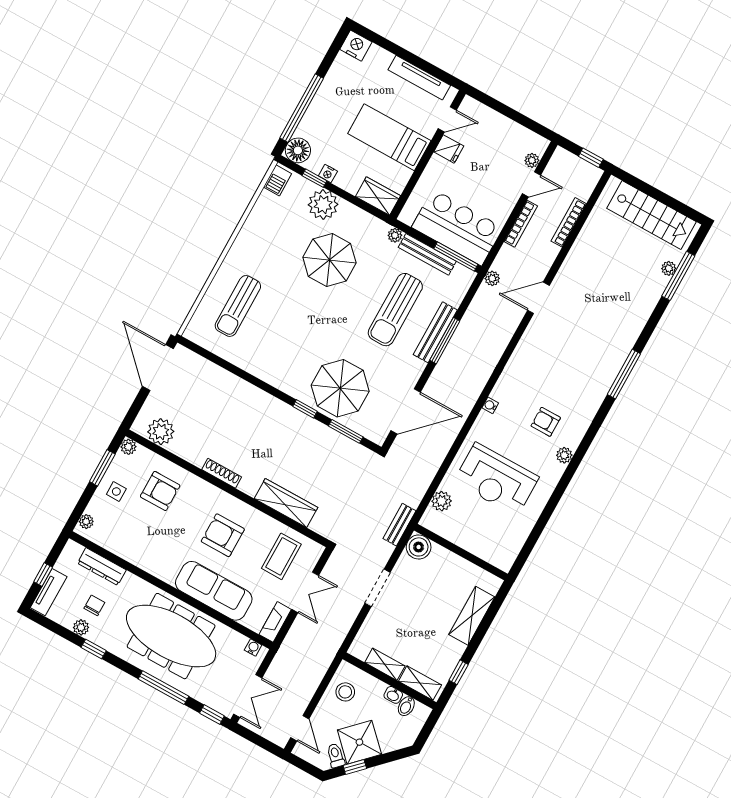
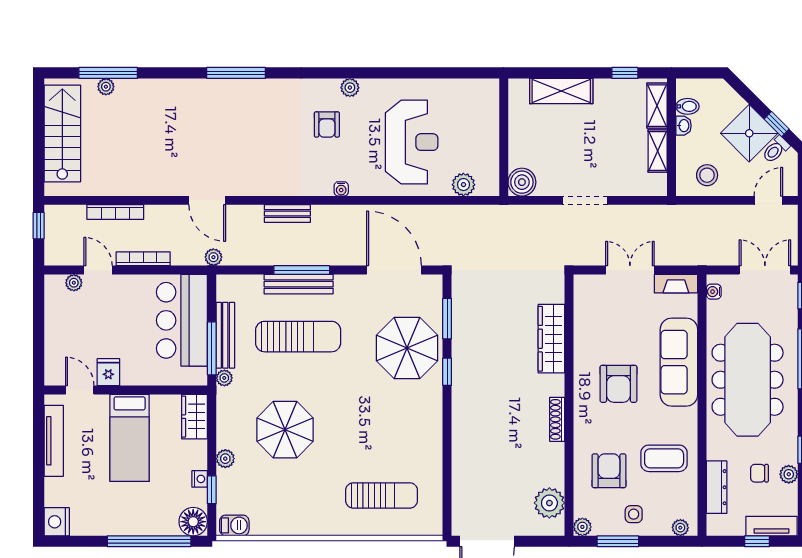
plant: (323, 205) -> (225, 459), width x0.53, depth x0.53
window: (456, 257) -> (212, 348), moved
bench: (399, 525) -> (287, 214), moved
coffee table: (281, 556) -> (664, 458), moved

